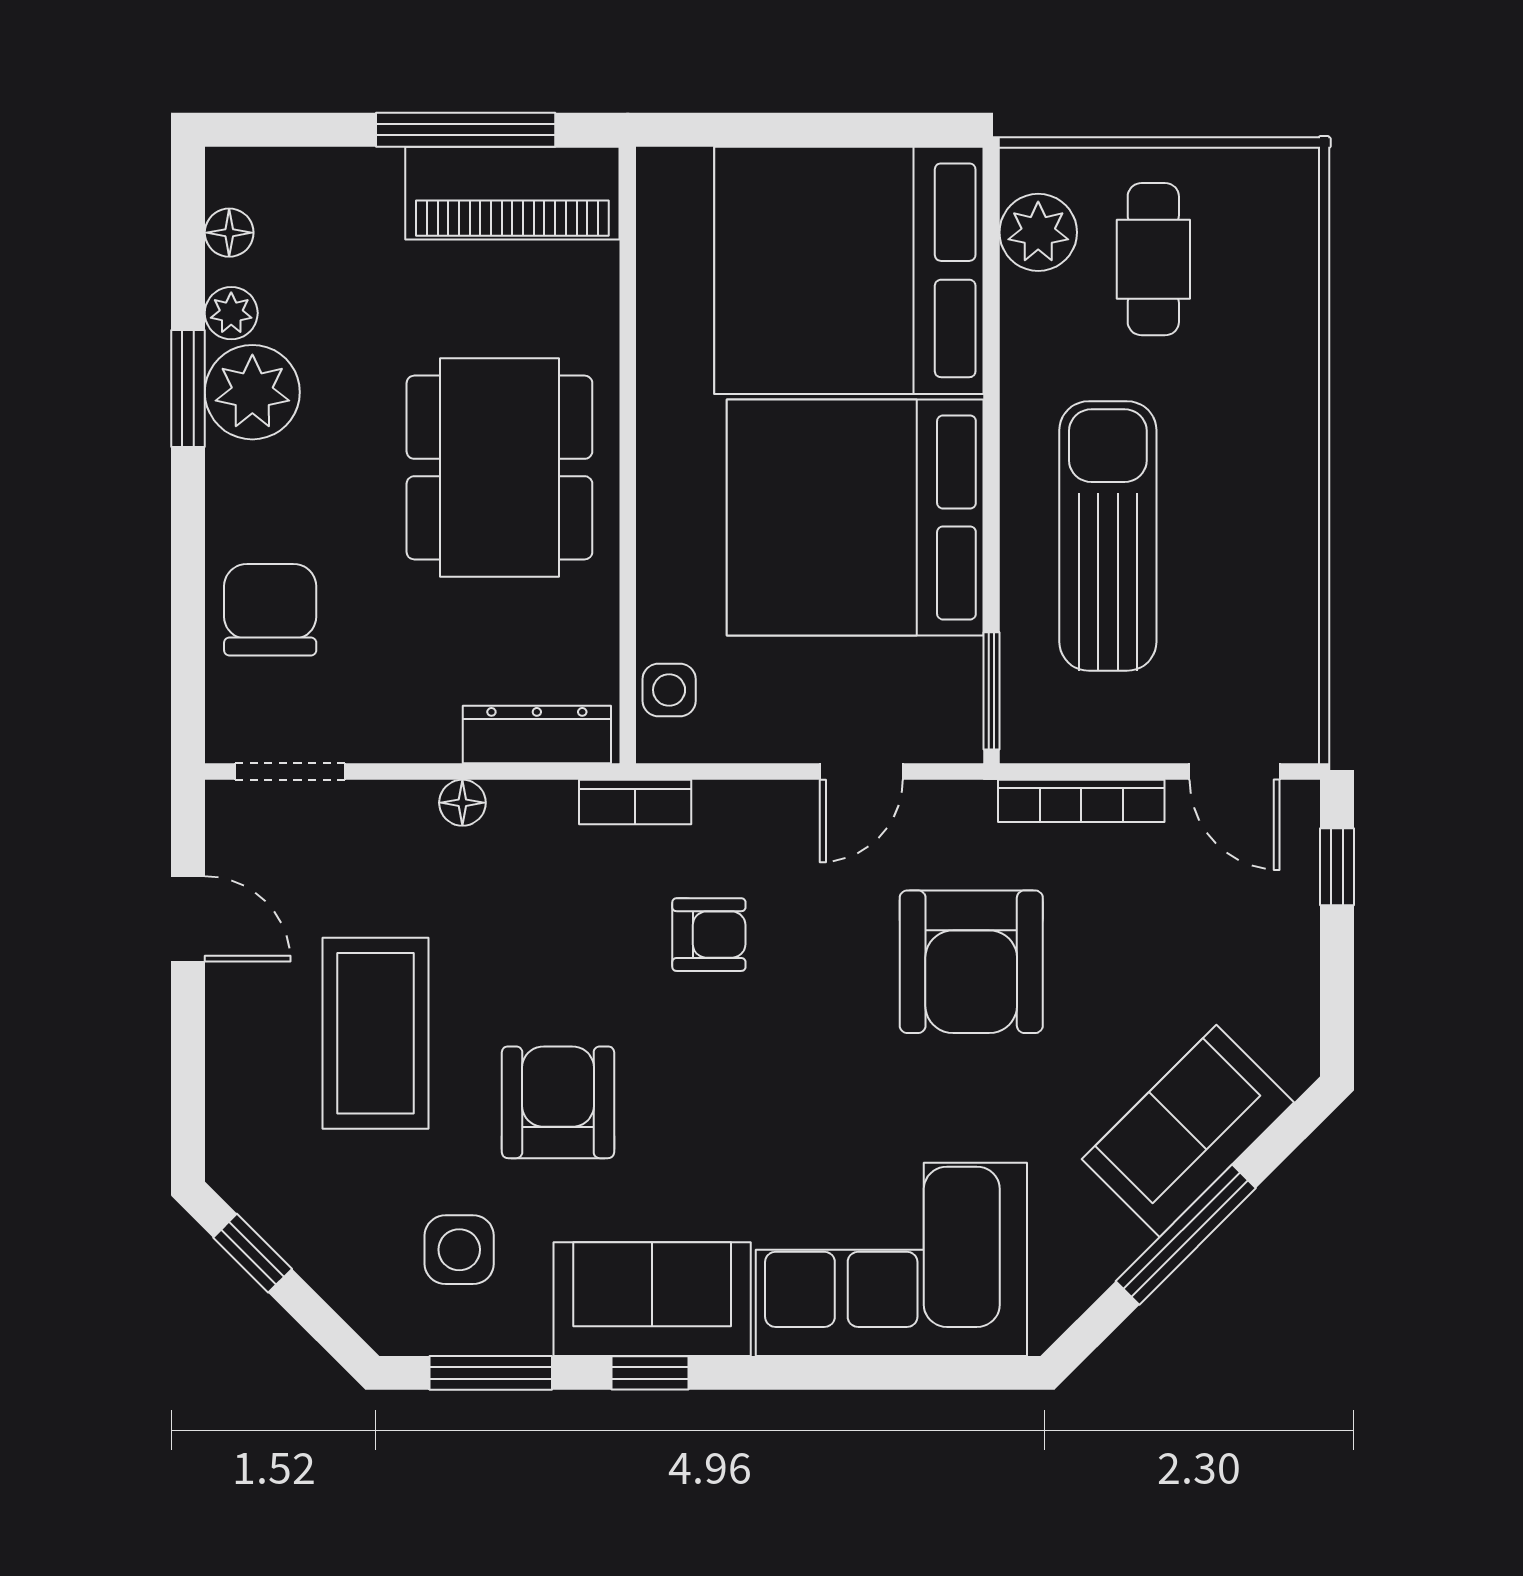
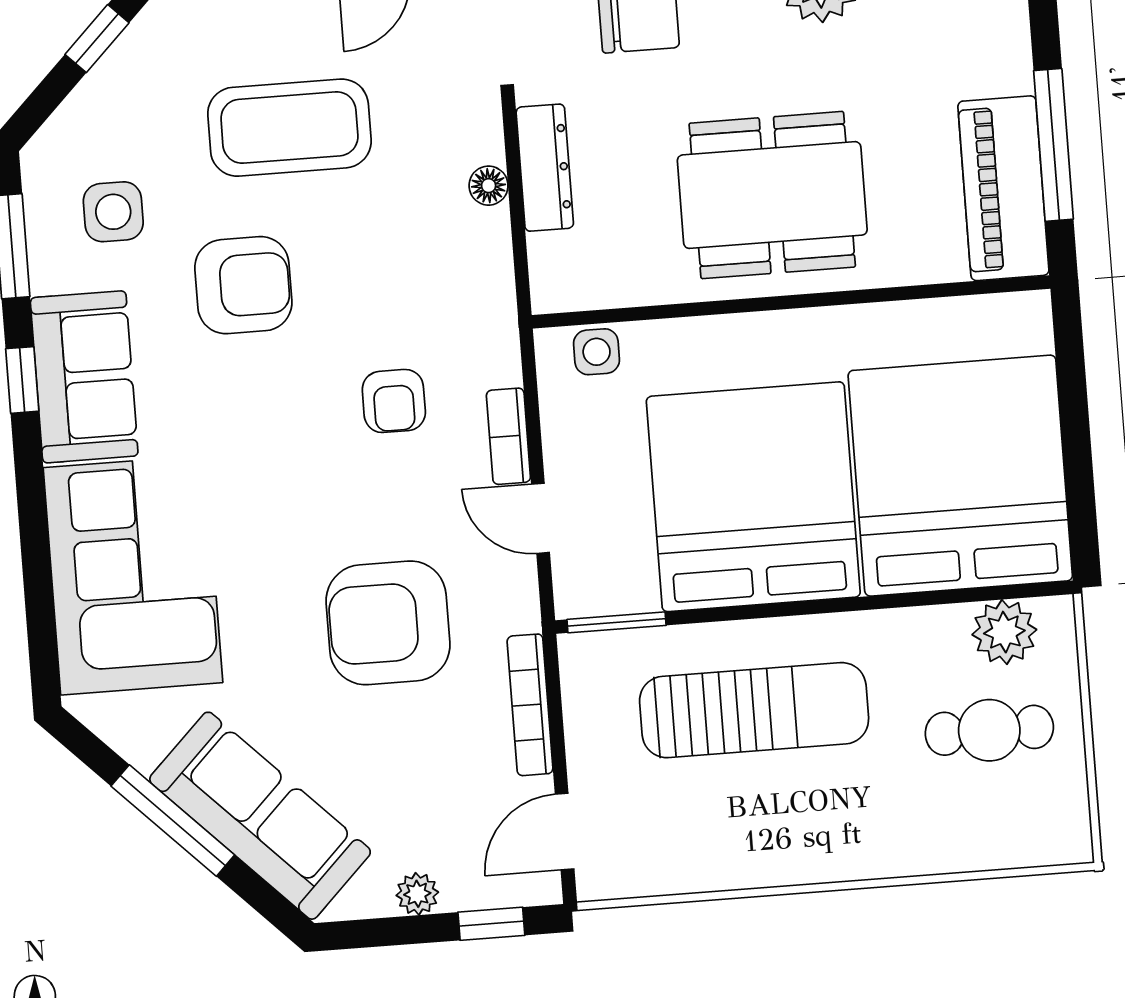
dresser: (537, 734) -> (545, 168), moved
bookcase: (635, 802) -> (508, 436), moved
plant: (1295, 952) -> (417, 894), added
sofa: (1188, 1131) -> (260, 816), width x1.36

